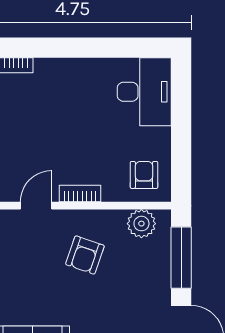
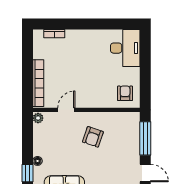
bookcase: (80, 194) -> (90, 103), removed
plant: (141, 224) -> (124, 120), removed

